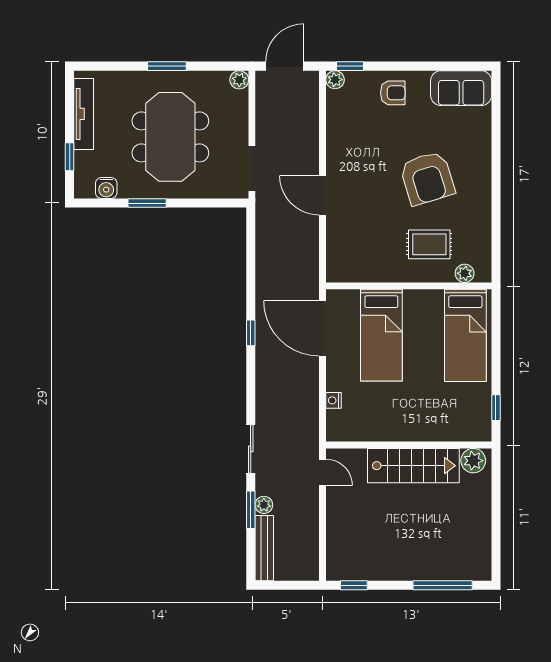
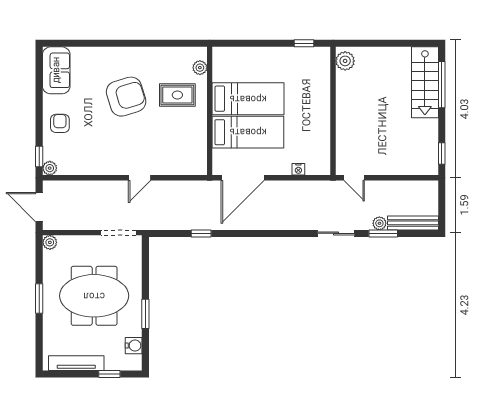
door: (323, 195) -> (139, 178), width x0.73
rug: (429, 244) -> (177, 95), turned 90
window: (251, 333) -> (201, 233), moved
bed: (465, 335) -> (248, 99), moved
stairs: (413, 466) -> (425, 82), moved, turned 180
door: (323, 472) -> (354, 178), swing flipped

